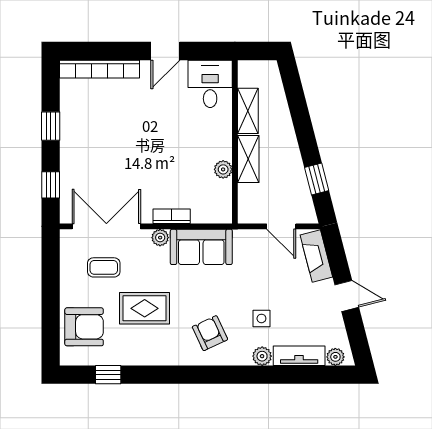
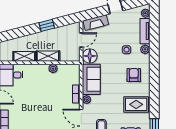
window: (317, 179) -> (47, 25), moved
floor lamp: (249, 244) -> (90, 56), added
rug: (145, 308) -> (136, 104), moved, turned 90
armchair: (210, 333) -> (134, 75), turned 115

